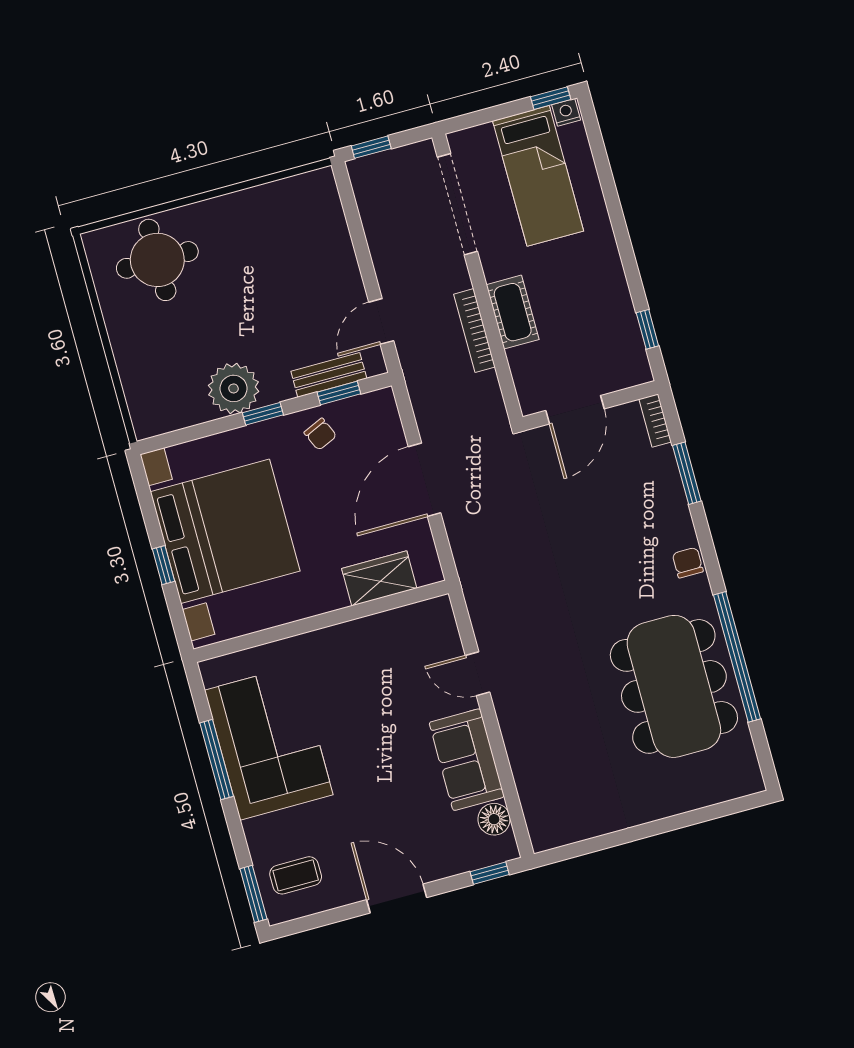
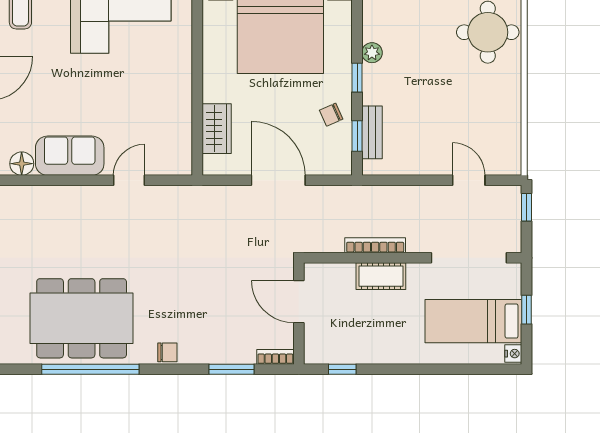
window: (551, 98) -> (527, 310), moved
door: (381, 321) -> (469, 180), moved
plant: (234, 388) -> (372, 53), width x0.53, depth x0.53

